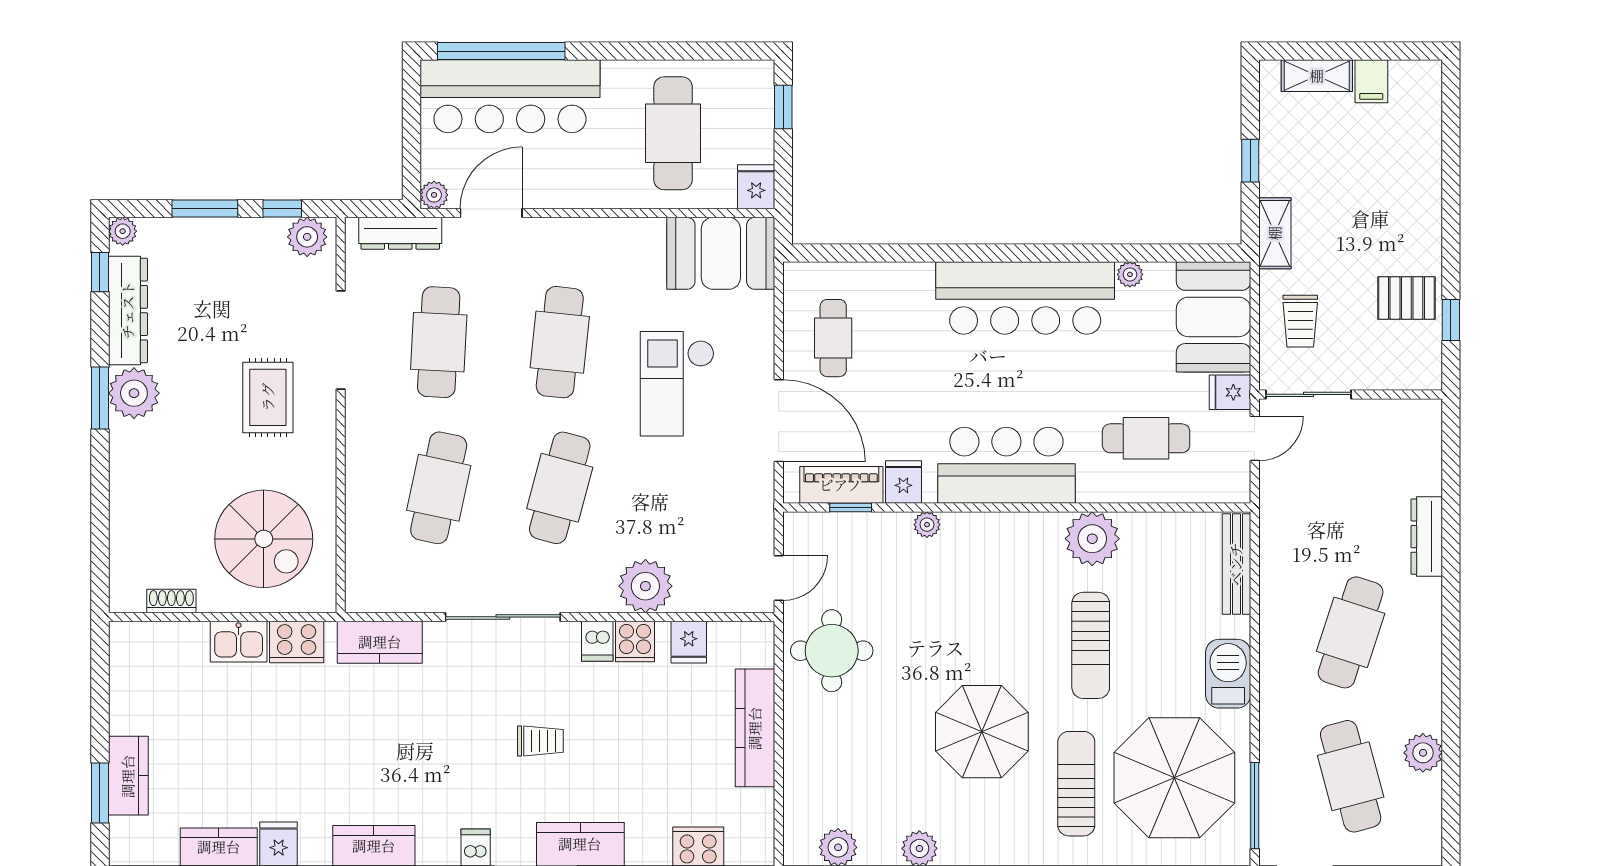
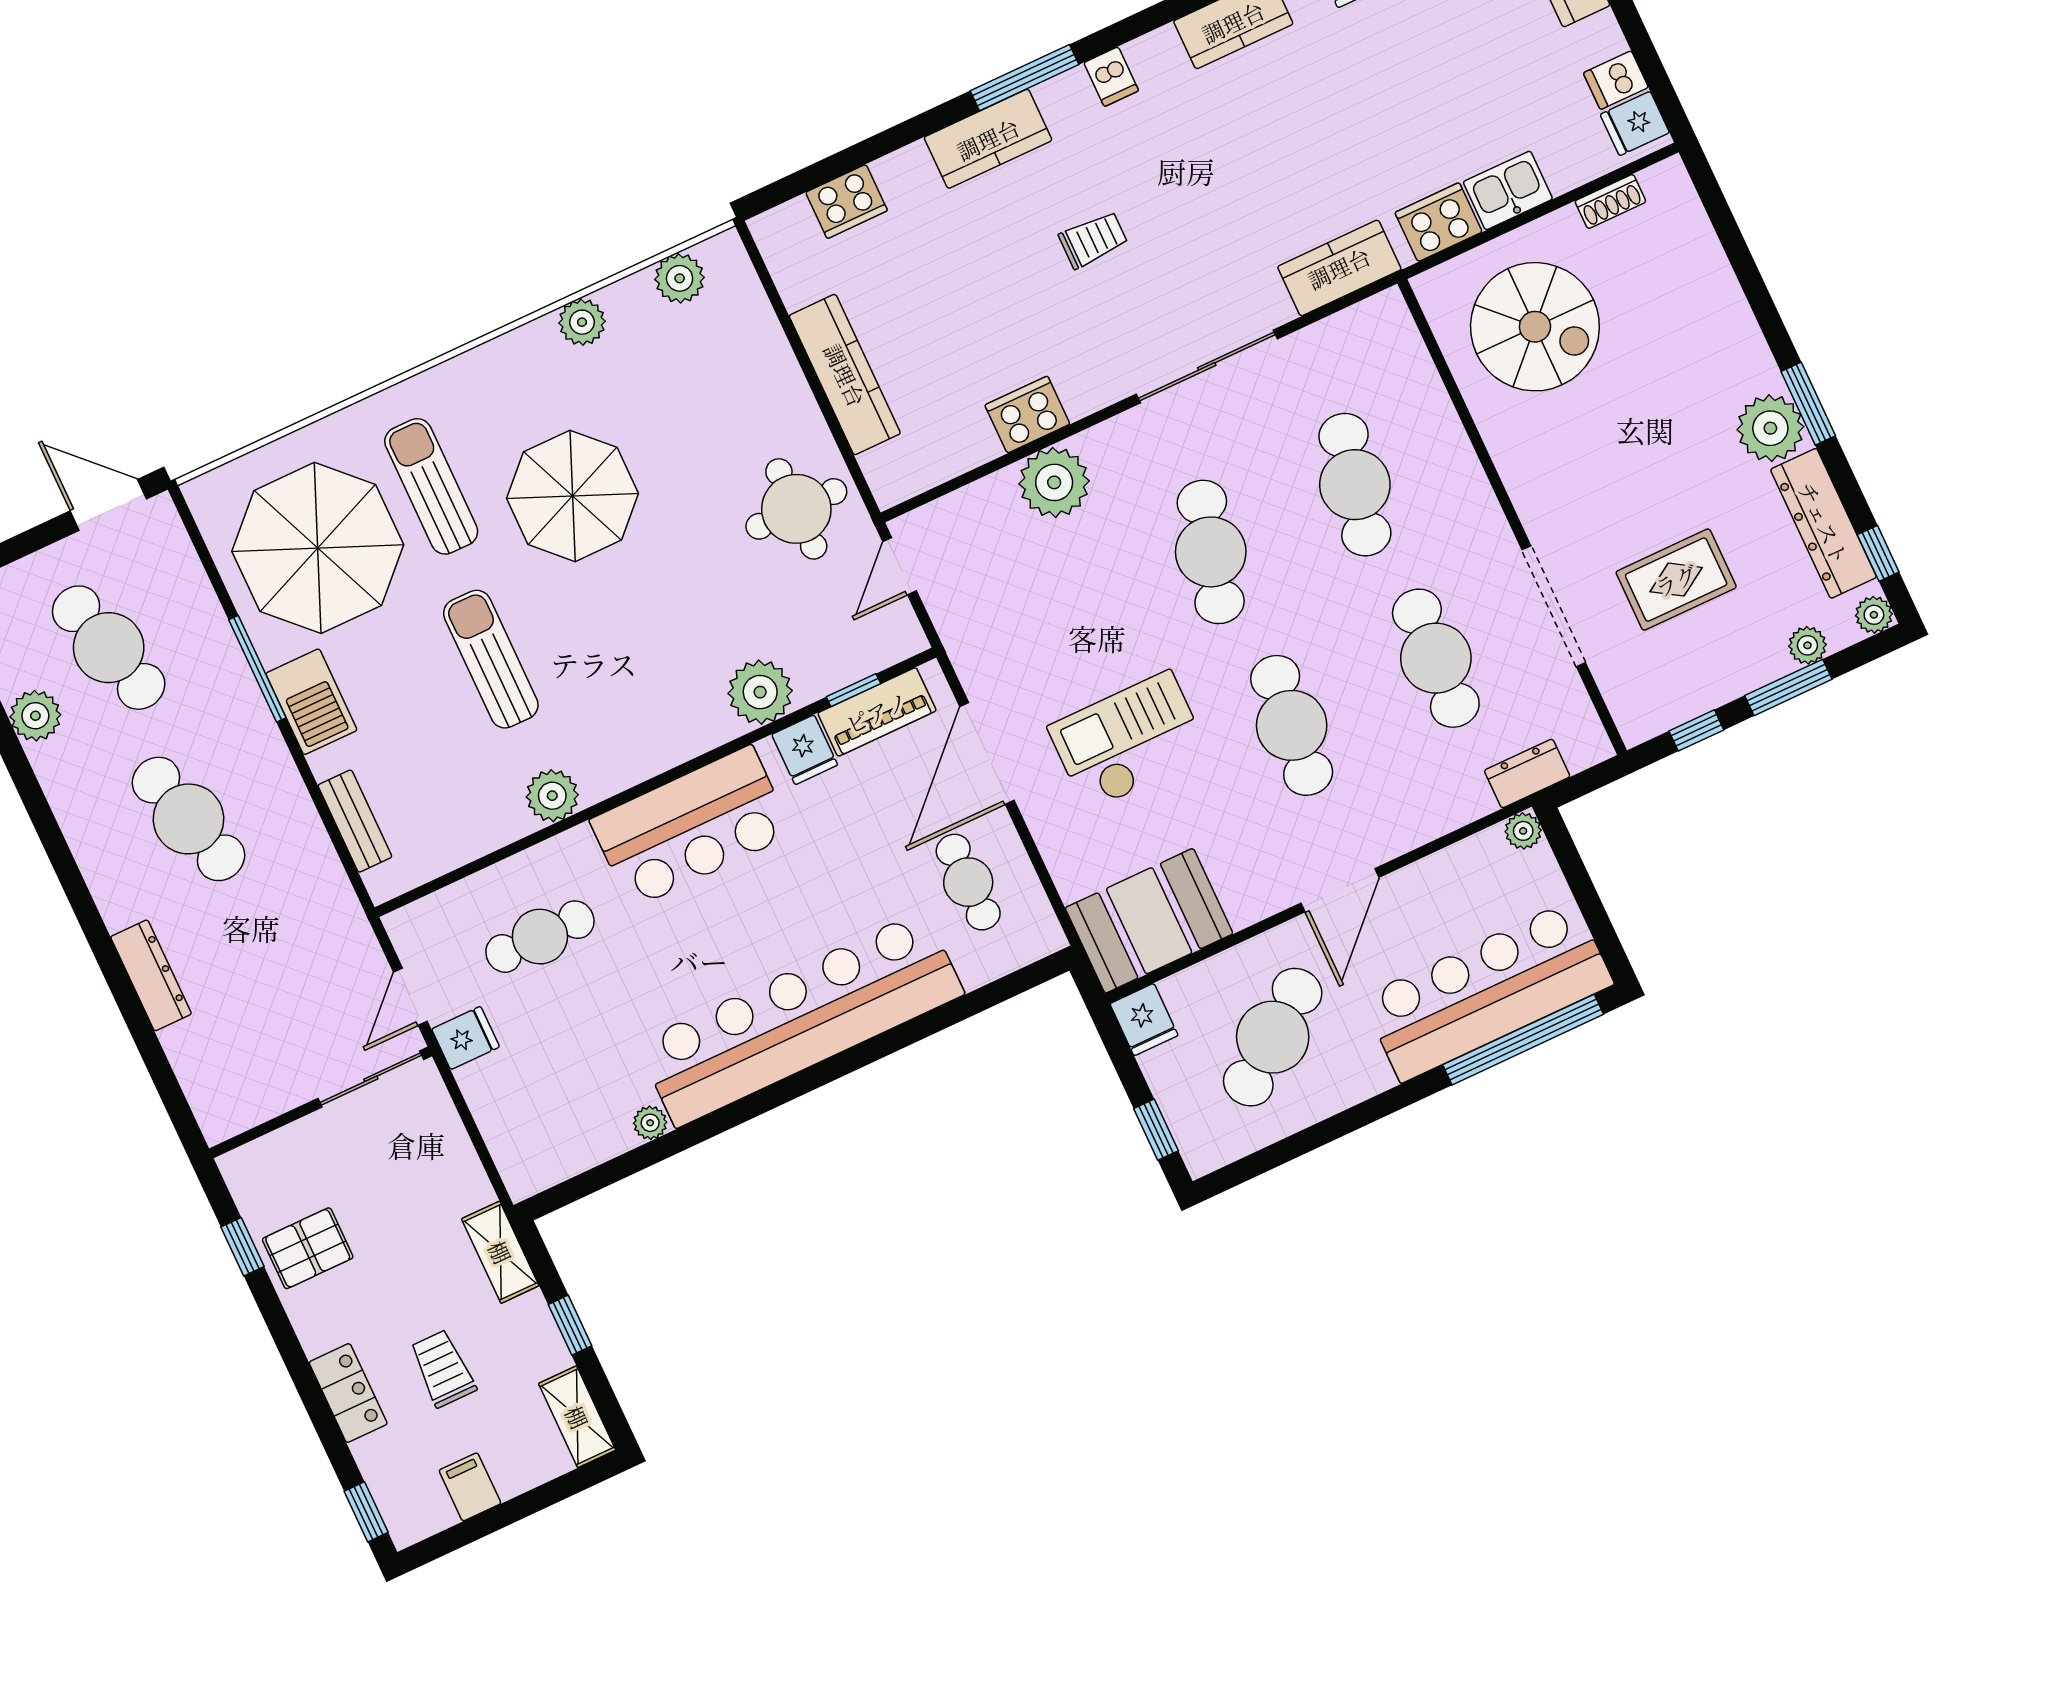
shelving: (1317, 76) -> (577, 1417), moved, turned 90
window: (1451, 97) -> (366, 1512), added
cafe table: (673, 133) -> (1273, 1037), turned 53
locker: (1425, 185) -> (348, 1393), added
door: (491, 213) -> (1340, 890), moved
dresser: (400, 233) -> (1527, 774), width x0.70
plant: (307, 237) -> (1807, 645), moved, width x0.73, depth x0.73
bar counter: (1025, 298) -> (800, 1019), width x1.36
booth: (1214, 317) -> (527, 1119), removed
trolley: (1300, 321) -> (443, 1368), moved
checkout: (677, 384) -> (1129, 741), turned -90
rug: (268, 397) -> (1676, 580), moved, turned 90
door: (779, 421) -> (987, 754), hinge flipped
plant: (927, 525) -> (760, 692), width x1.88, depth x1.88
spiral stairs: (264, 539) -> (1535, 327), turned 180
plant: (1092, 539) -> (552, 796), width x0.73, depth x0.73
bench: (1236, 564) -> (355, 821), width x0.73
cafe table: (1351, 632) -> (188, 819), turned -33
dishwasher: (597, 641) -> (1616, 80), moved, turned -90
cooker: (635, 641) -> (1027, 415), width x1.36
fridge: (689, 642) -> (1635, 124), moved, turned -90
trolley: (540, 741) -> (1093, 240), turned 180
sun lounger: (1076, 784) -> (431, 486), turned 180
window: (1255, 806) -> (257, 669), moved

